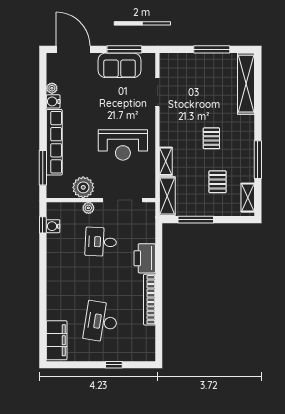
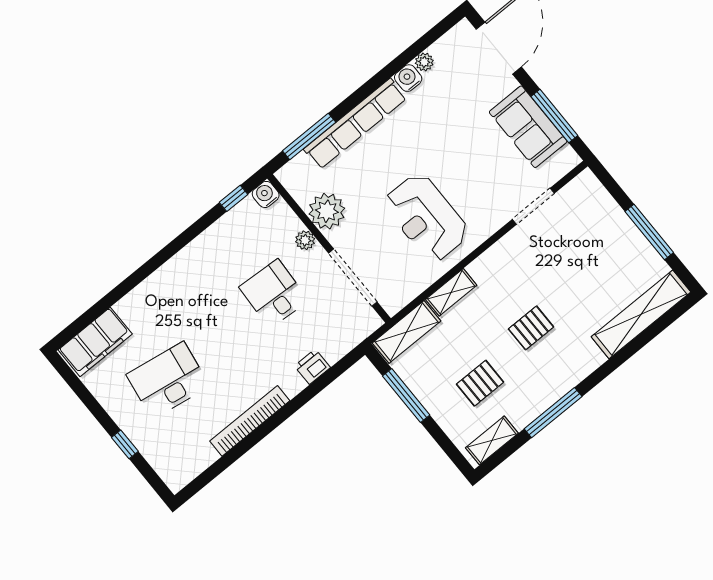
water cooler: (53, 226) -> (266, 194), moved
printer: (145, 258) -> (312, 367), width x0.53, depth x0.68

